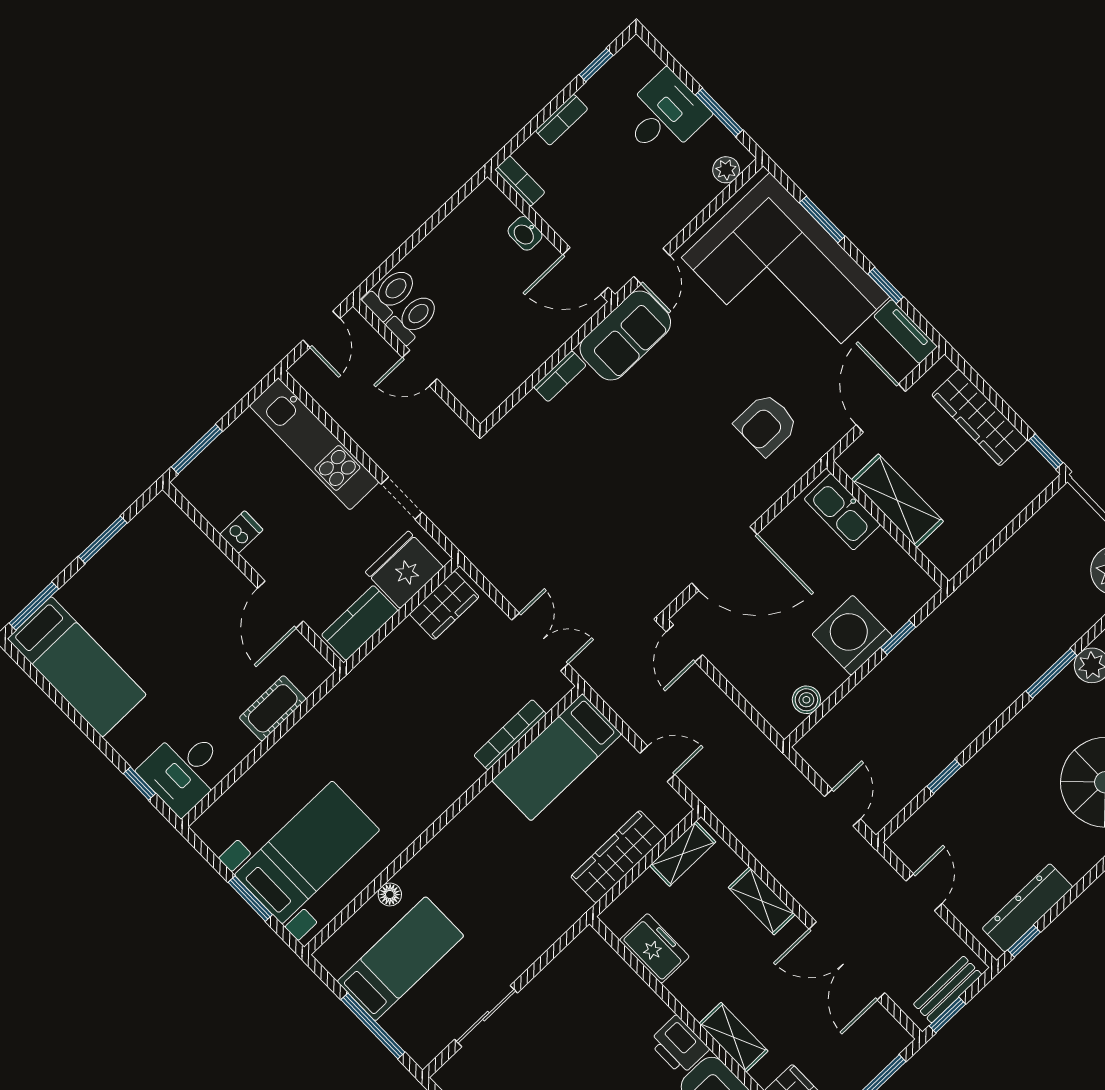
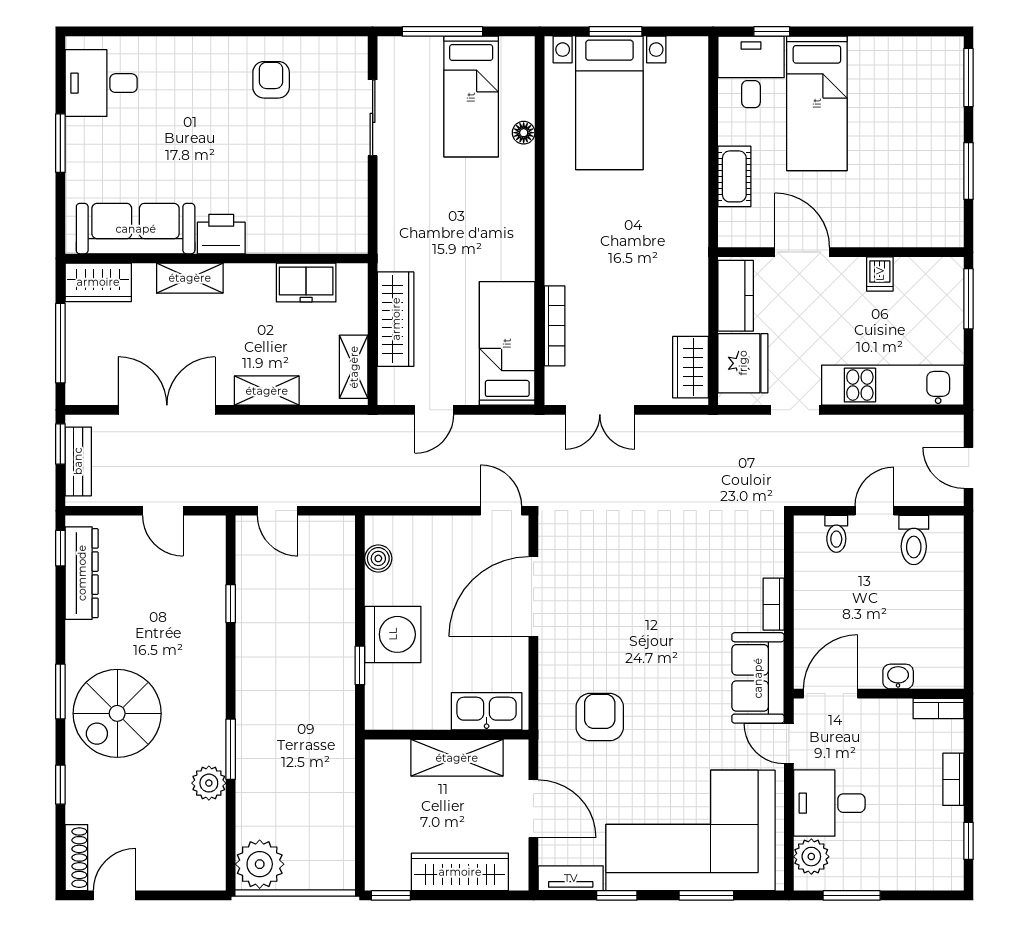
desk: (664, 115) -> (829, 803), moved, turned 90
plant: (726, 170) -> (811, 857), width x1.38, depth x1.38
toilet: (391, 293) -> (836, 534), moved, width x0.73, depth x0.72
bed: (77, 667) -> (817, 103), moved, turned -90

